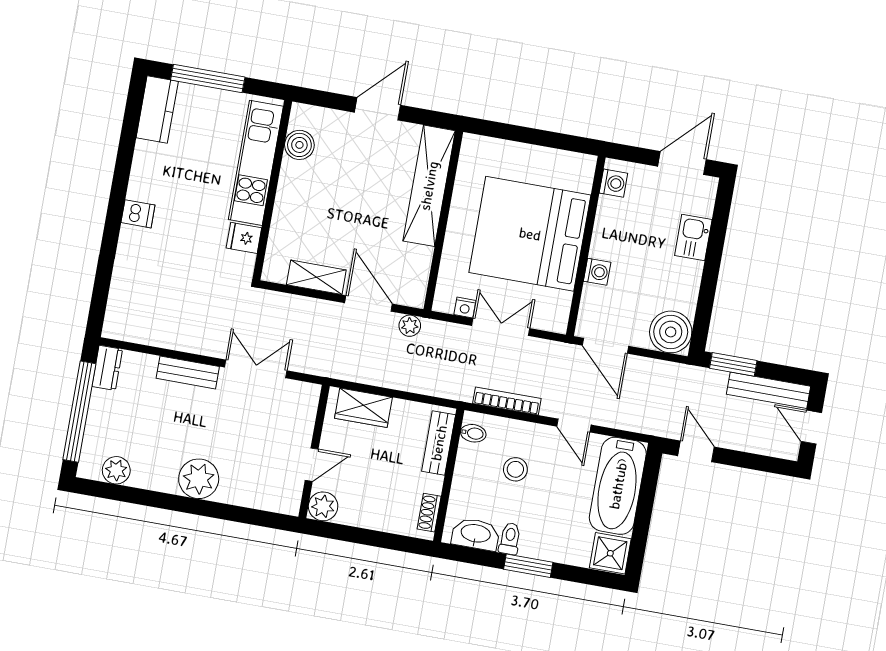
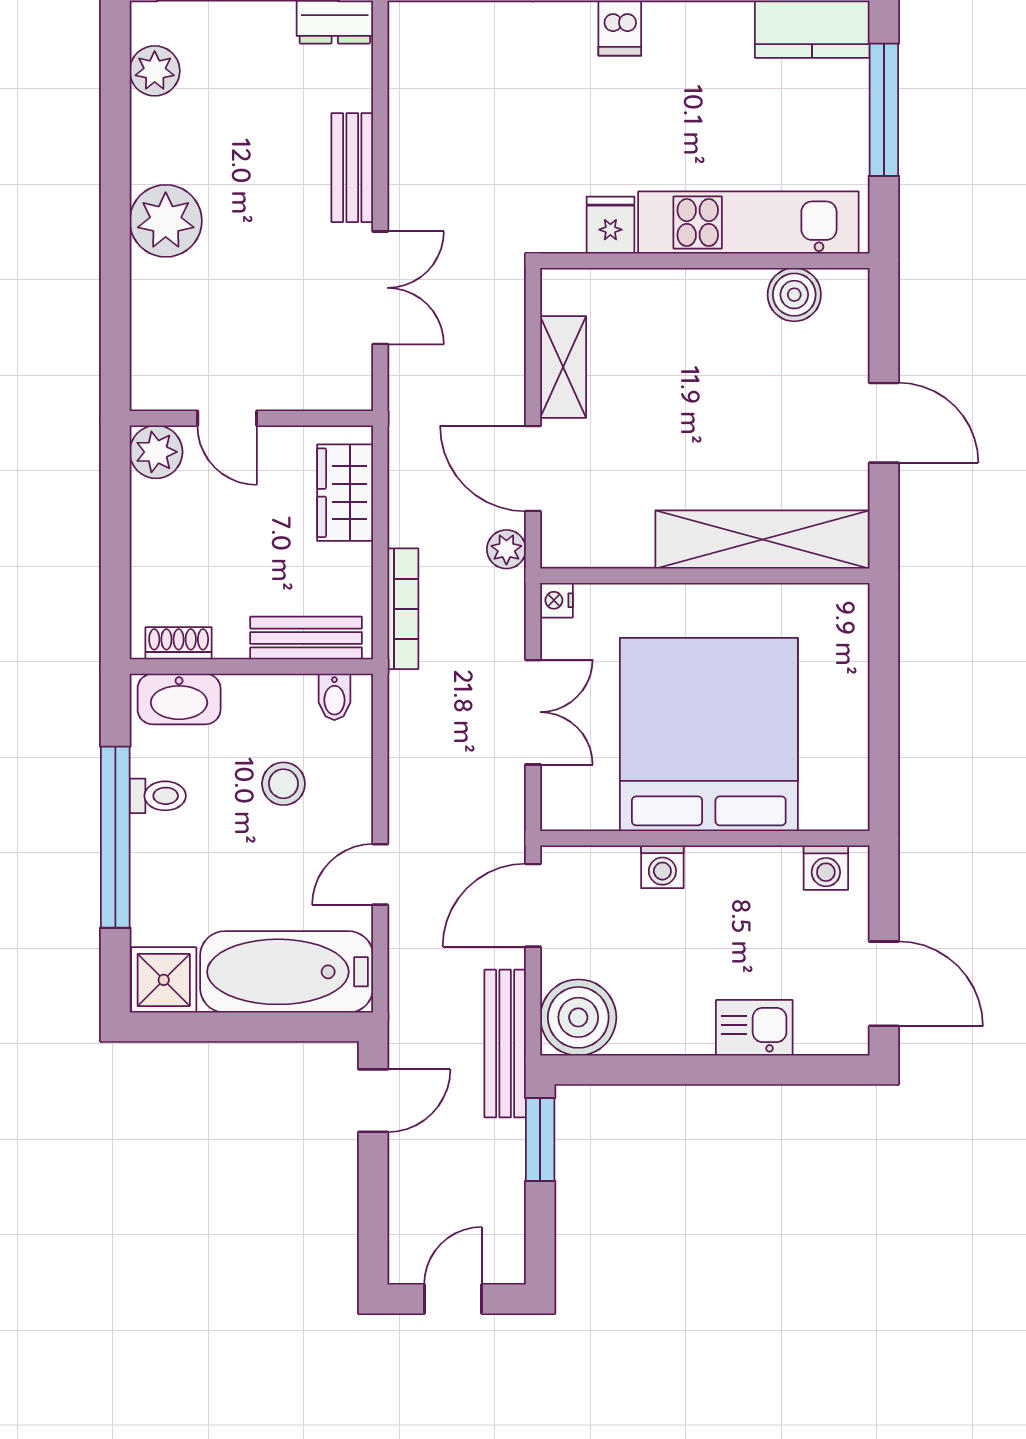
door: (369, 303) -> (533, 469), swing flipped
nightstand: (465, 307) -> (556, 600), moved
bench: (769, 390) -> (505, 1044), moved
bookcase: (507, 401) -> (403, 609), moved
washbasin: (476, 534) -> (179, 699), moved, turned 90
window: (528, 566) -> (115, 837), width x2.11

